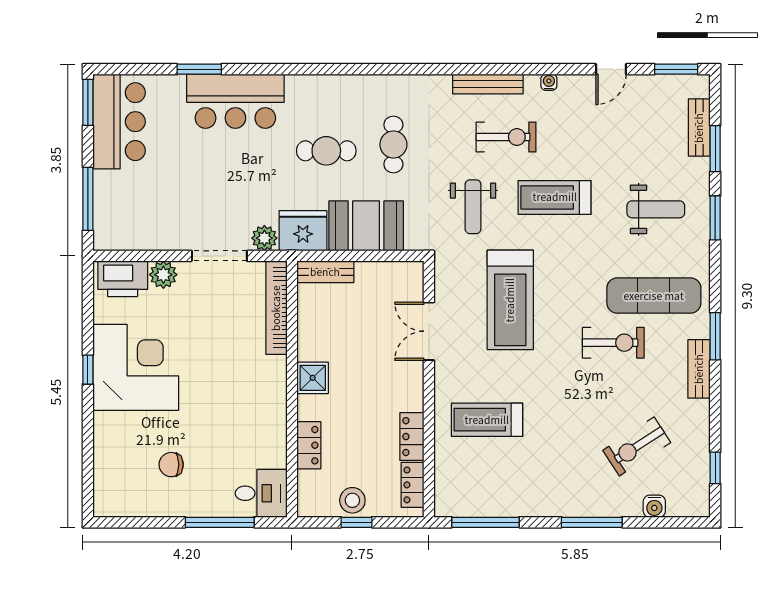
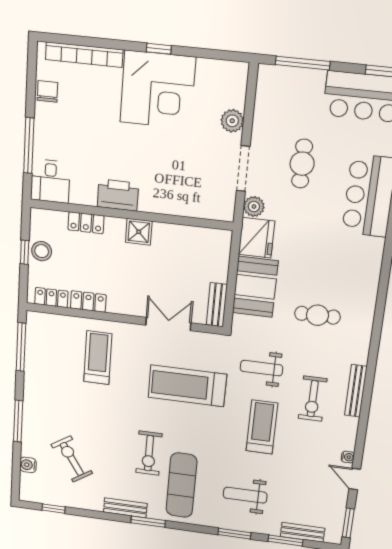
water cooler: (549, 82) -> (348, 457), moved
cafe table: (326, 151) -> (302, 164), moved
weight bench: (656, 209) -> (245, 495), turned 90
bench: (325, 272) -> (217, 305), moved
printer: (123, 279) -> (118, 195), moved, turned 90
bookcase: (276, 308) -> (84, 55), moved, turned 180
chair: (171, 465) -> (47, 91), moved

